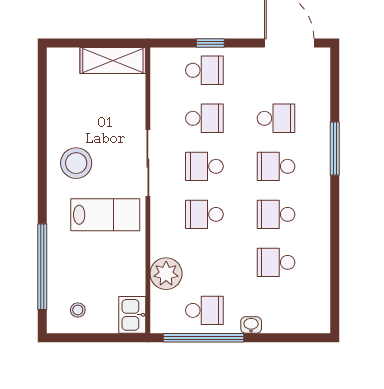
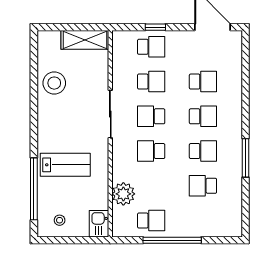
window: (335, 149) -> (245, 158), moved
stool: (76, 163) -> (54, 83), moved
school desk: (276, 166) -> (203, 116), turned 180
school desk: (276, 214) -> (203, 151), turned 180
lab bench: (105, 215) -> (65, 165), moved
washbasin: (251, 325) -> (185, 231), removed
window: (203, 338) -> (172, 240), moved

